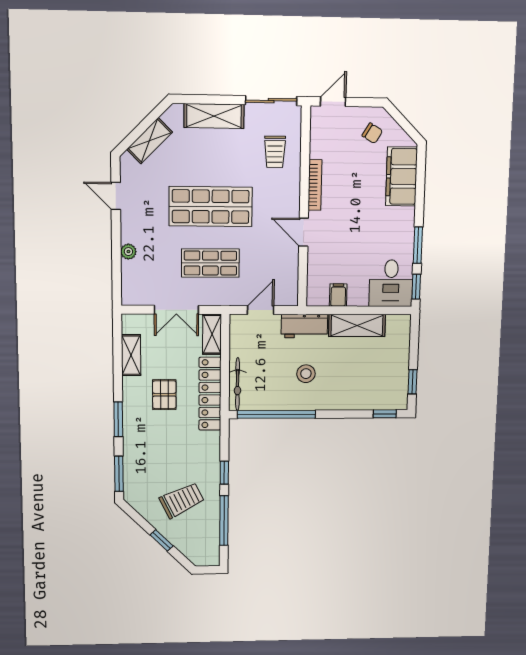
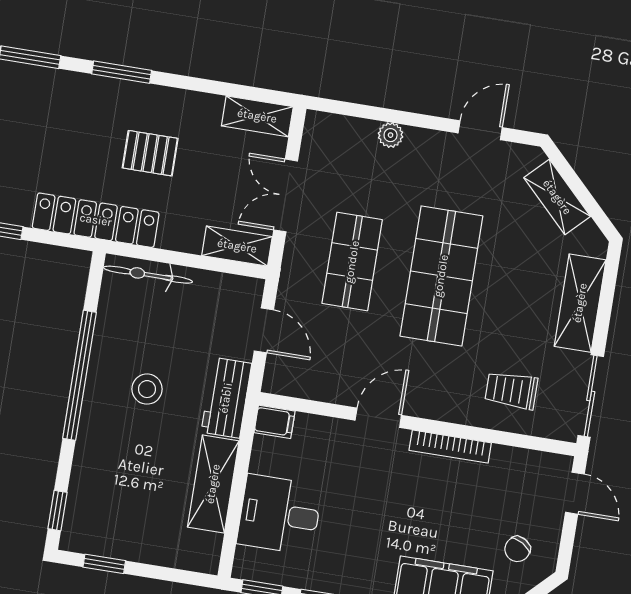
desk: (391, 283) -> (280, 514), moved
filing cabinet: (338, 295) -> (275, 422), moved
shelving: (131, 355) -> (257, 116), moved
locker: (210, 394) -> (96, 220), moved
window: (276, 414) -> (79, 375), moved

